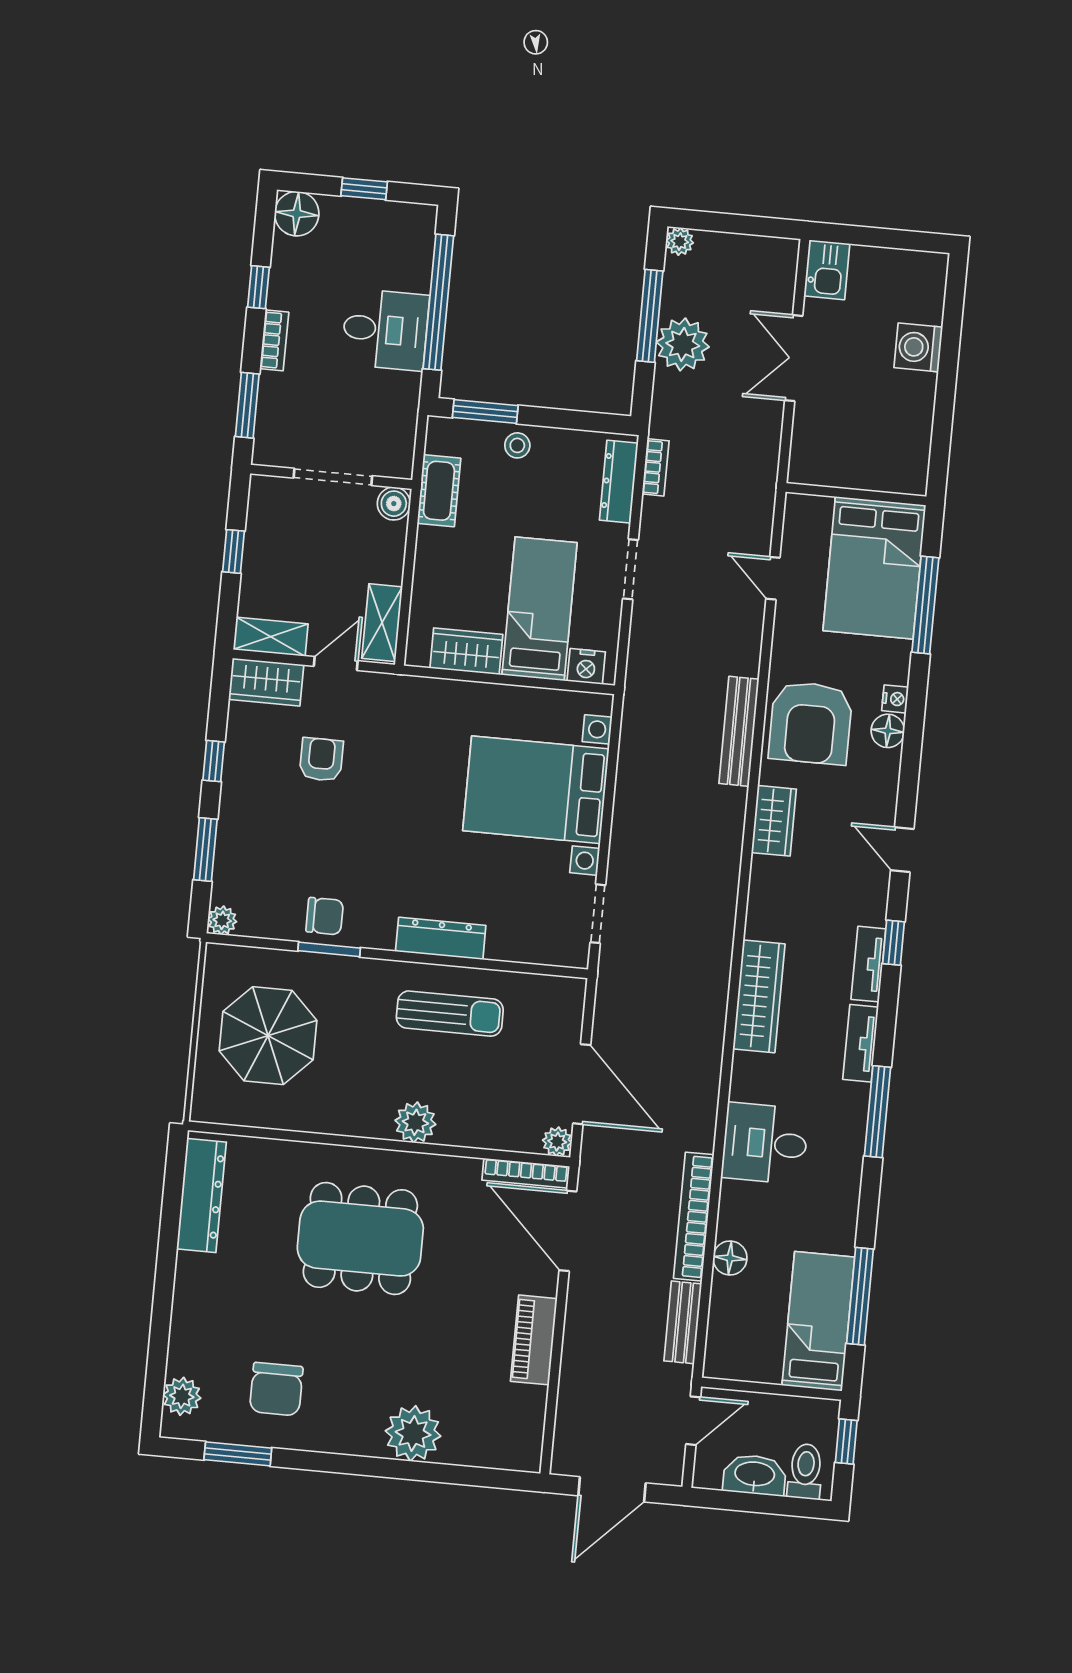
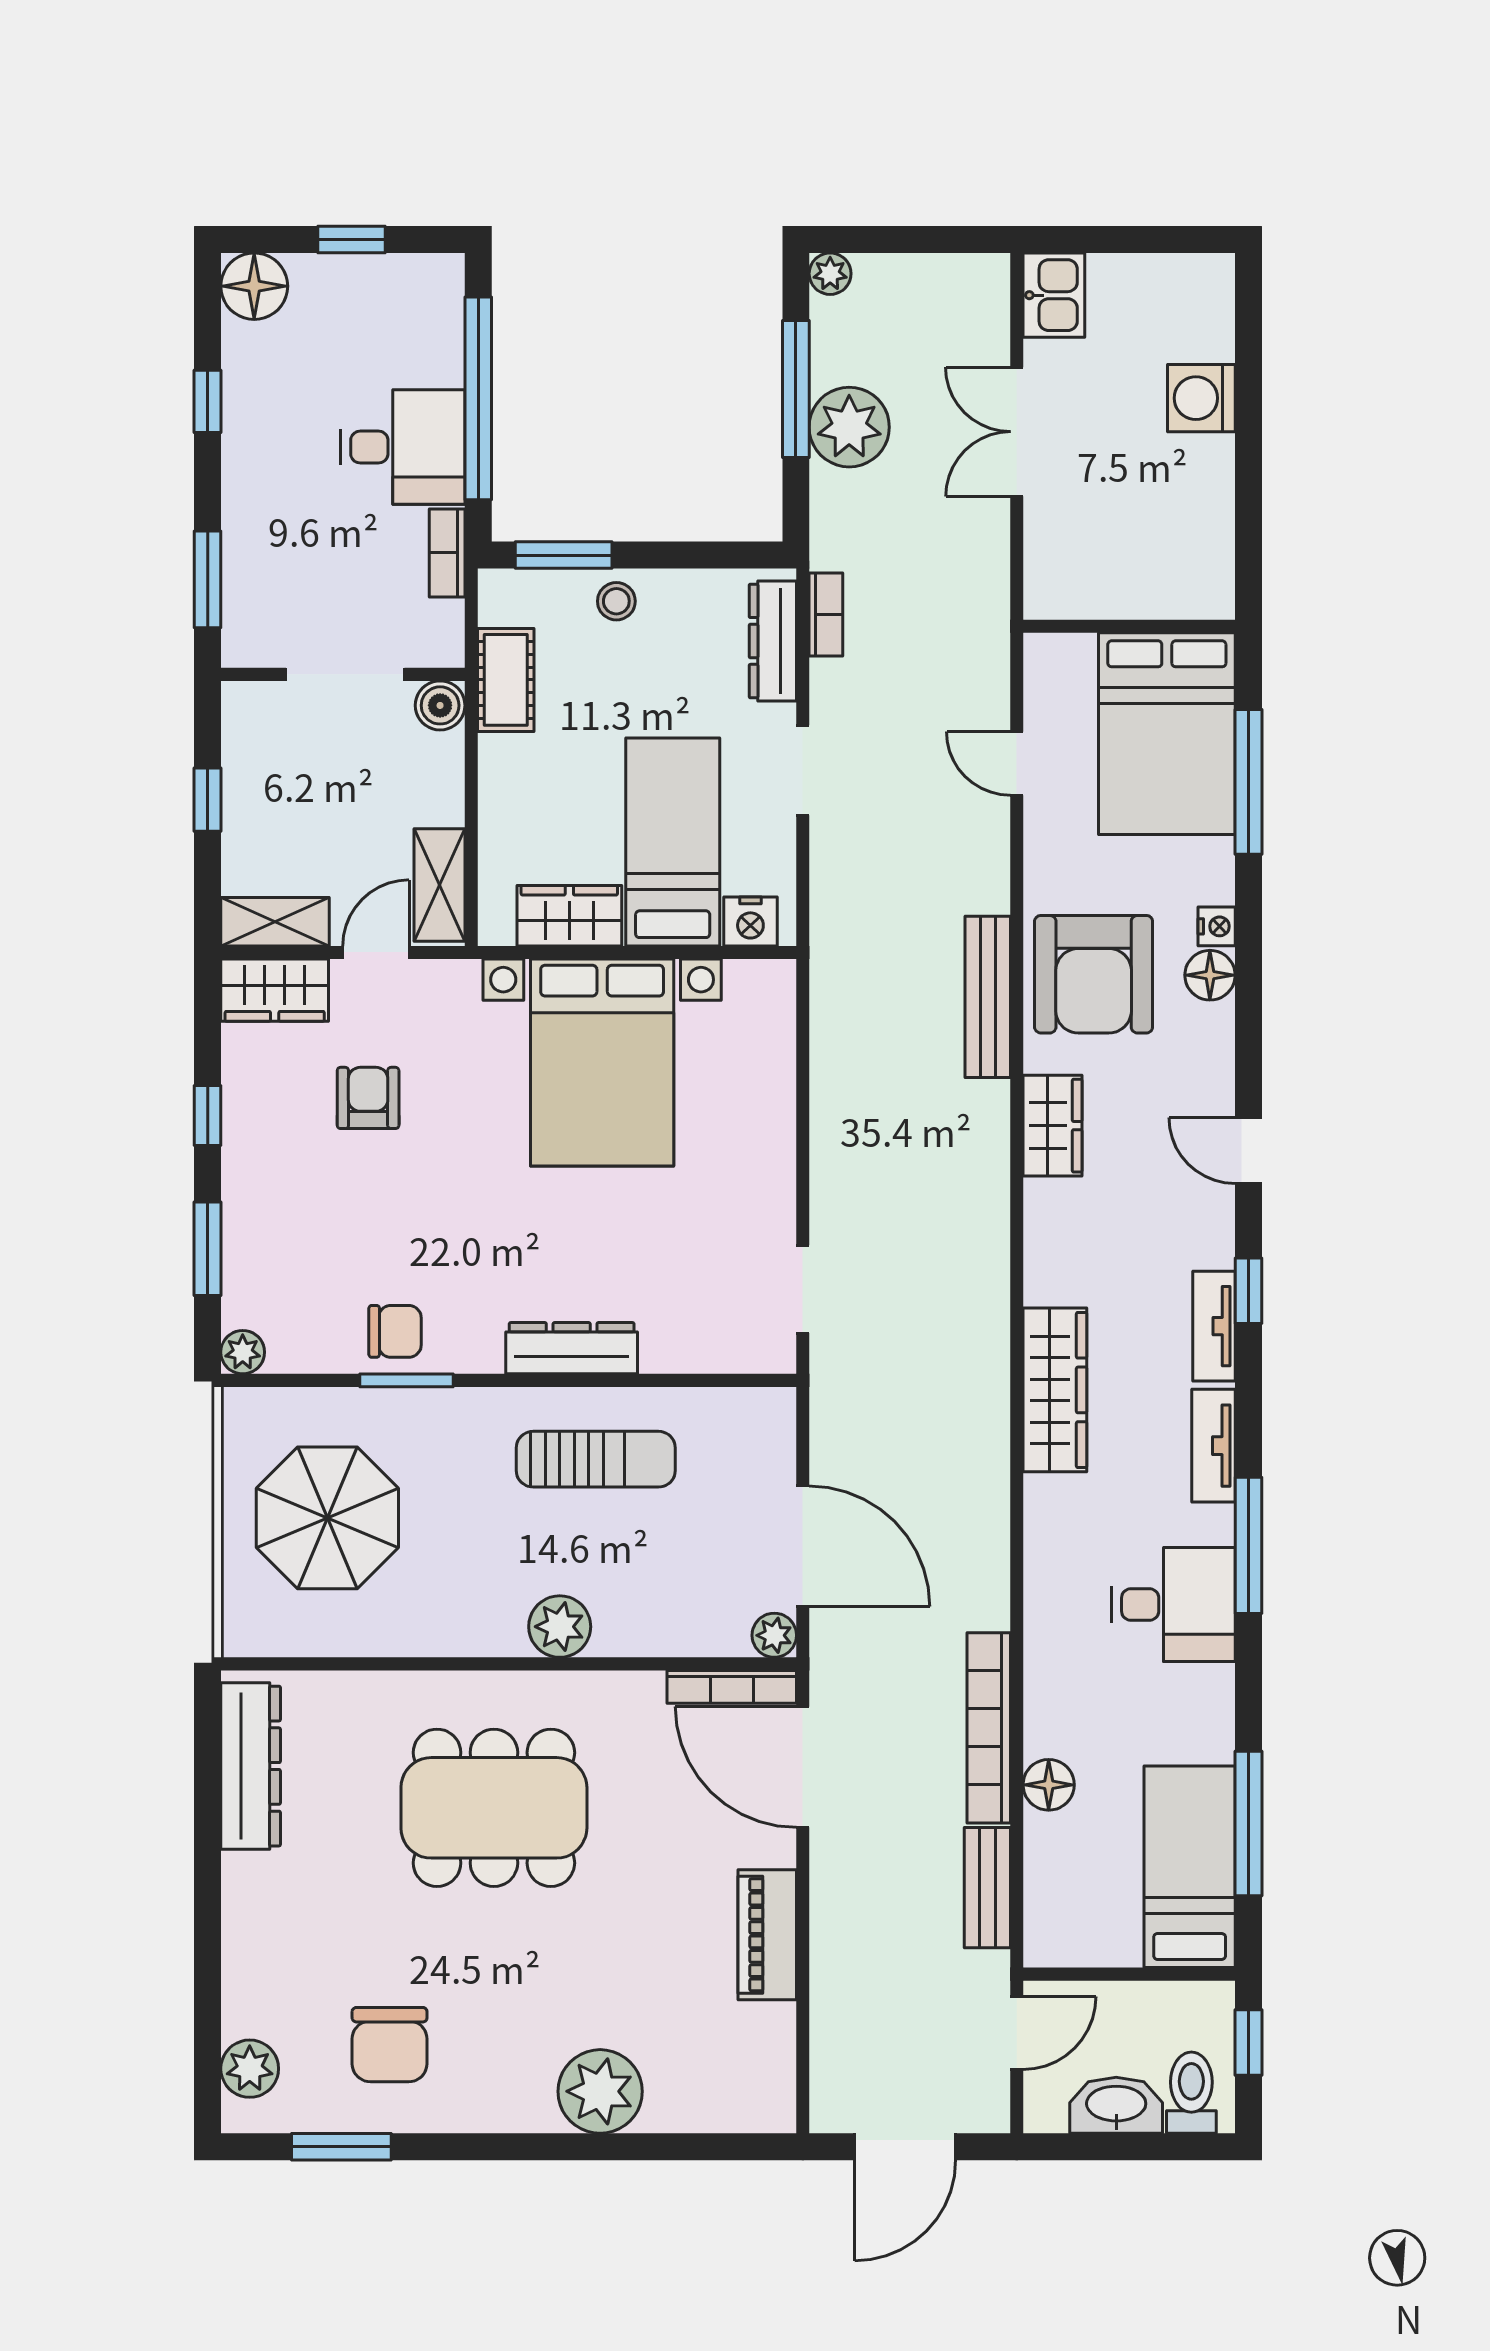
bookcase: (274, 340) -> (447, 553), moved, turned 180
bed with nightstands: (536, 790) -> (602, 1062), moved, turned -90
desk: (765, 1143) -> (1173, 1605), moved, turned 180

